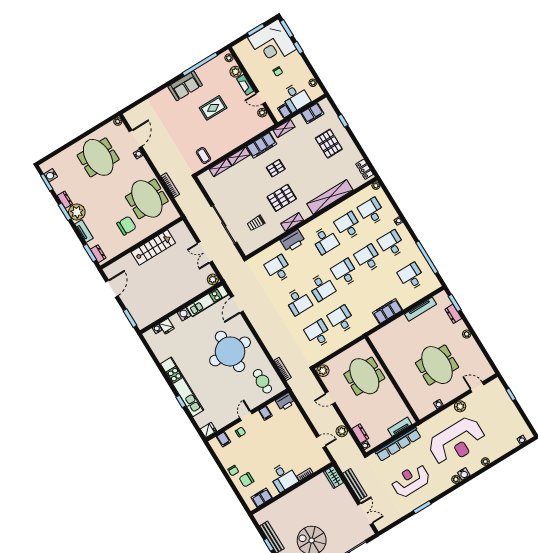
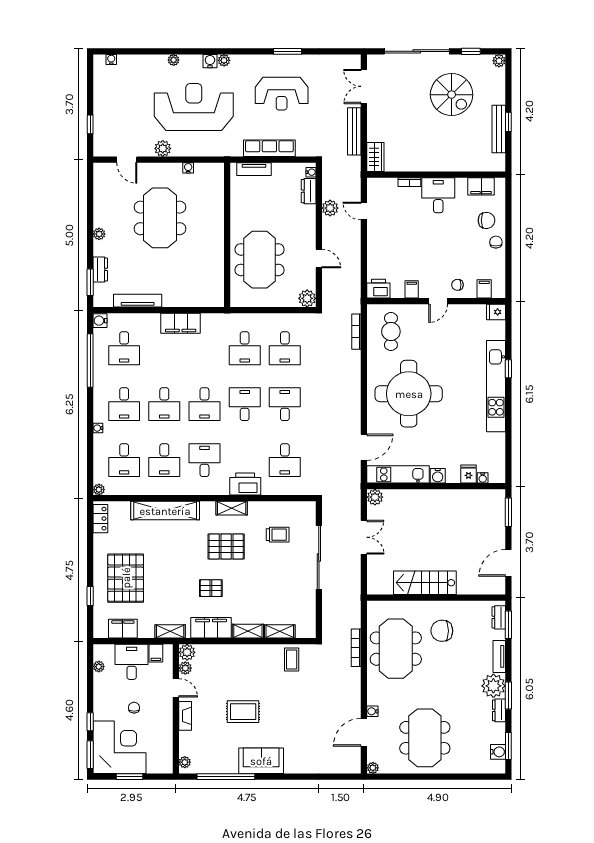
plant: (236, 72) -> (187, 652), moved
pallet: (329, 144) -> (126, 578), width x1.37, depth x1.41
water cooler: (435, 284) -> (100, 321), added
row of seats: (398, 444) -> (269, 148), width x0.73

